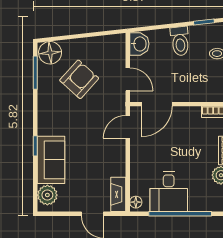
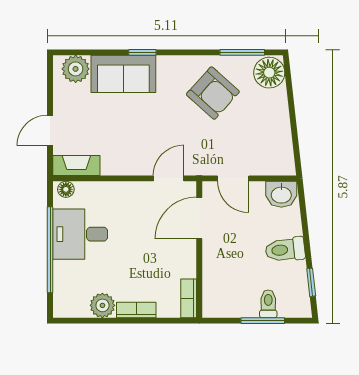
armchair: (79, 79) -> (213, 93), moved
door: (128, 79) -> (233, 178), hinge flipped
door: (157, 104) -> (199, 218), hinge flipped
door: (128, 127) -> (168, 178), hinge flipped

